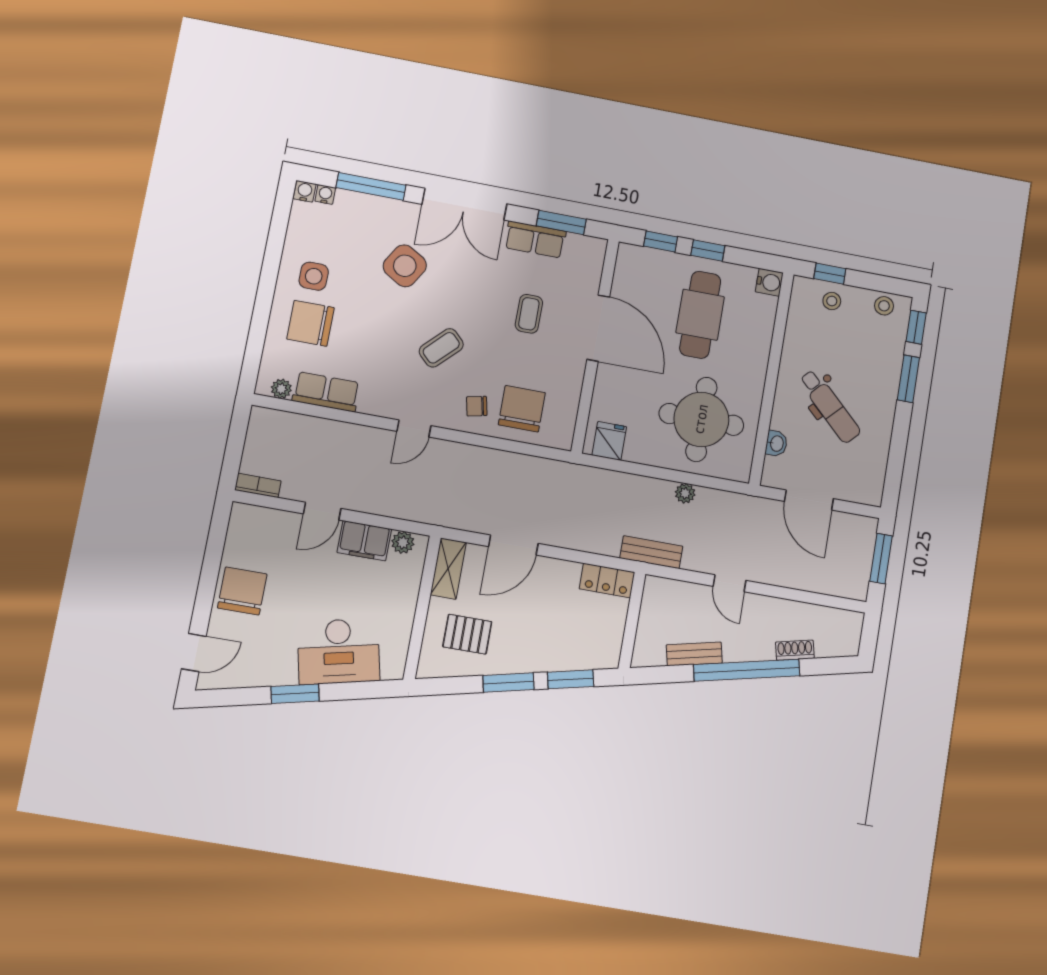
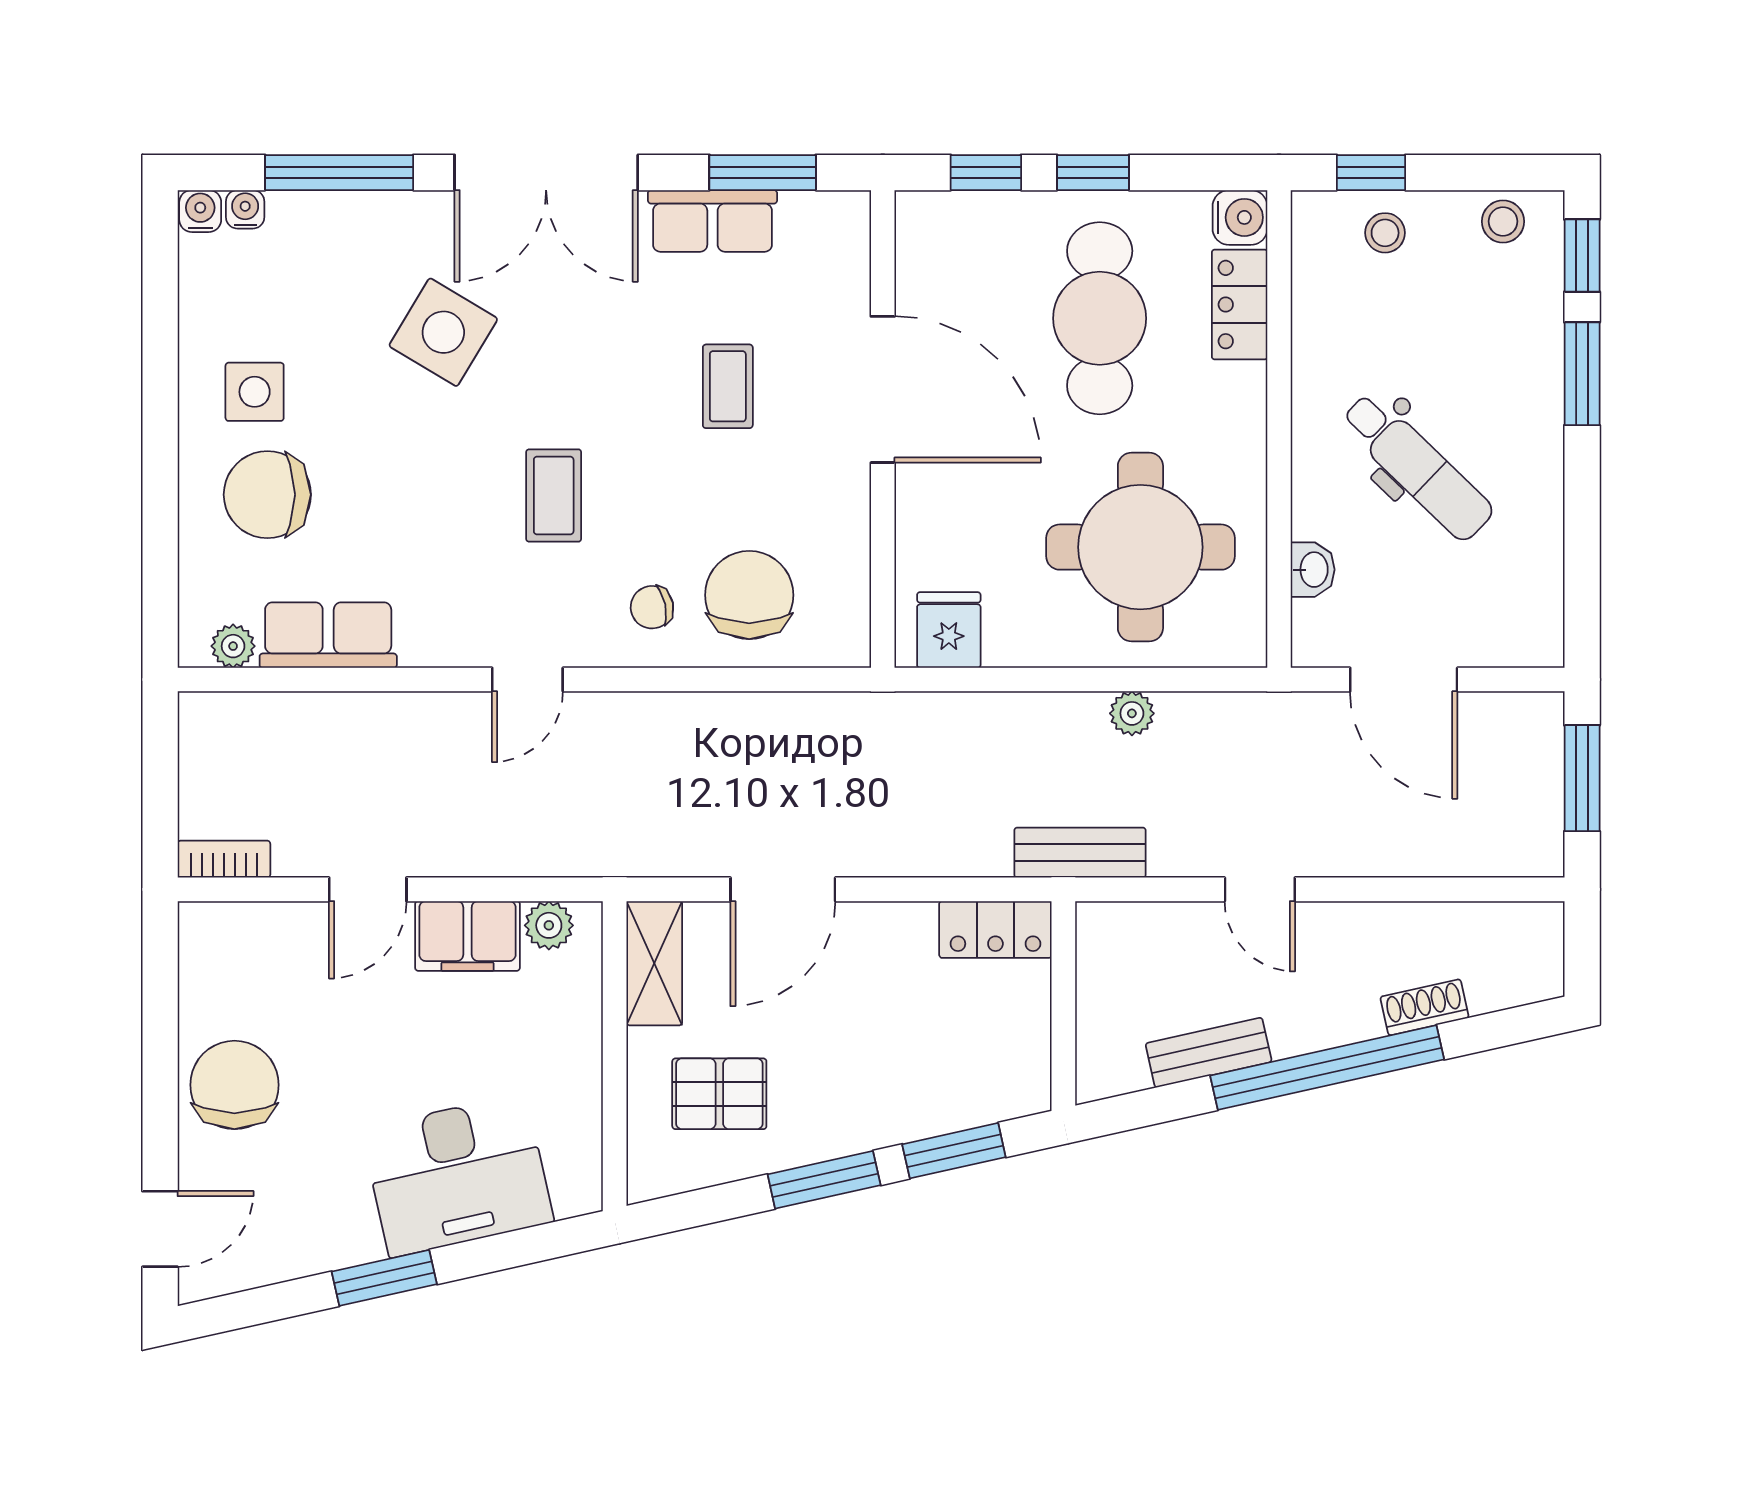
locker: (763, 320) -> (1240, 305), added
coffee table: (441, 348) -> (554, 495), turned -45

